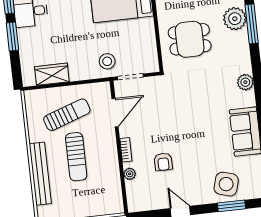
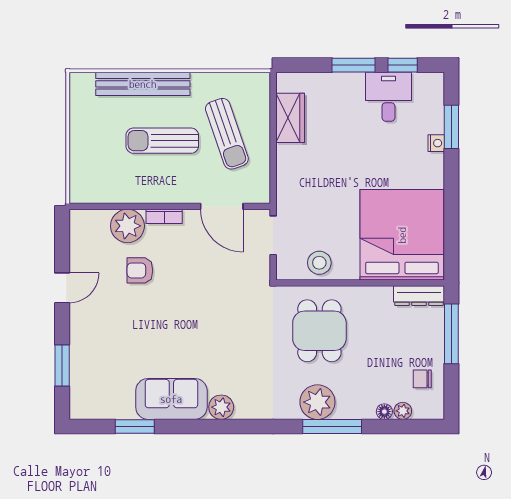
plant: (235, 19) -> (317, 402), moved
stool: (107, 61) -> (319, 263), moved
plant: (245, 82) -> (221, 407), moved
plant: (130, 174) -> (127, 226), width x1.88, depth x1.88
side table: (226, 184) -> (96, 361), removed

